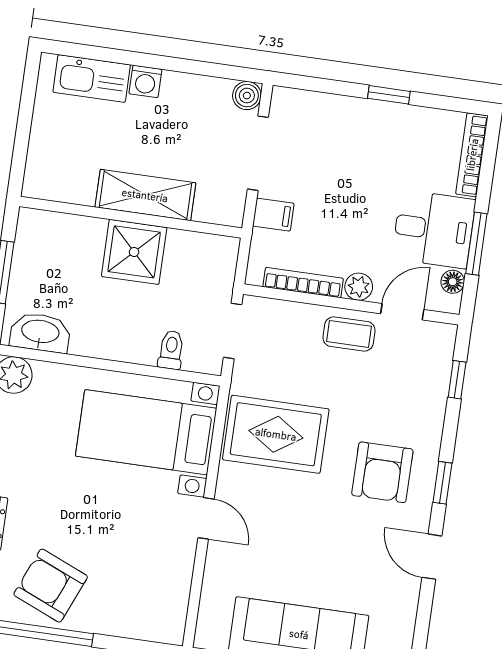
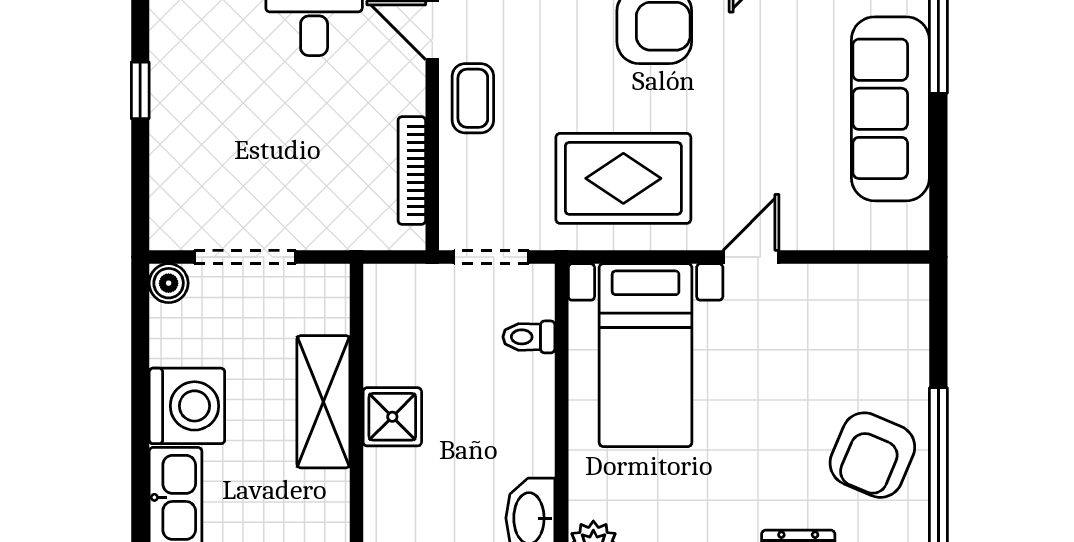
washing machine: (145, 81) -> (187, 406), width x1.89, depth x1.89
filing cabinet: (273, 215) -> (325, 224), removed
shower: (134, 252) -> (392, 417), width x0.73, depth x0.73
plant: (359, 287) -> (407, 94), removed
rug: (276, 434) -> (623, 178), turned 90

